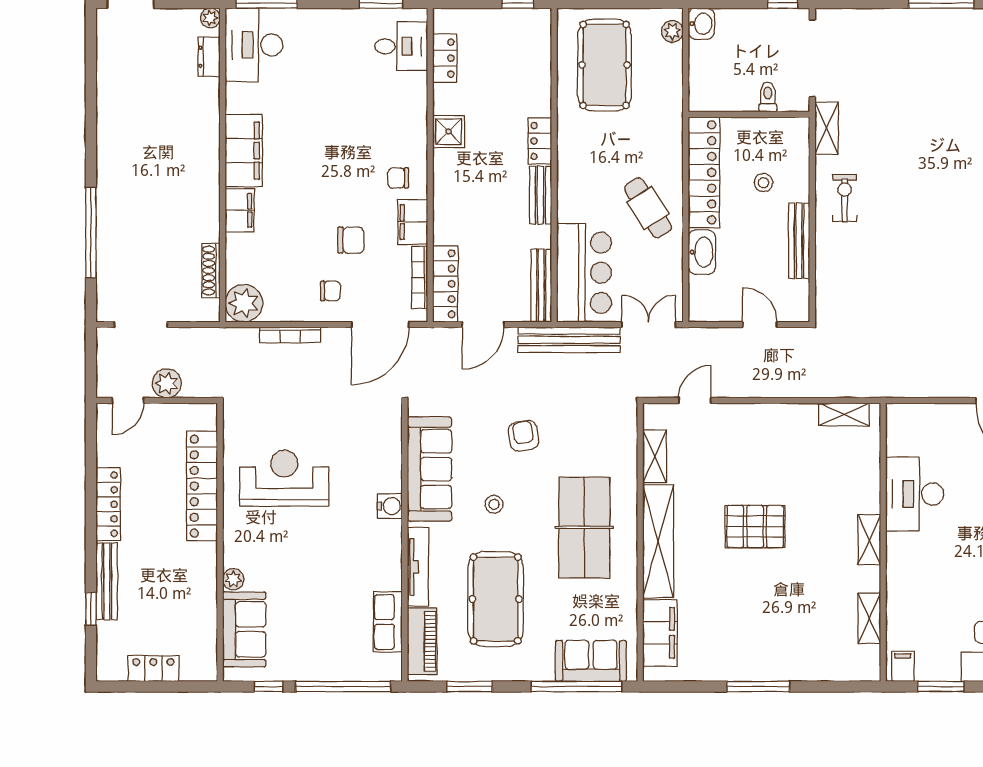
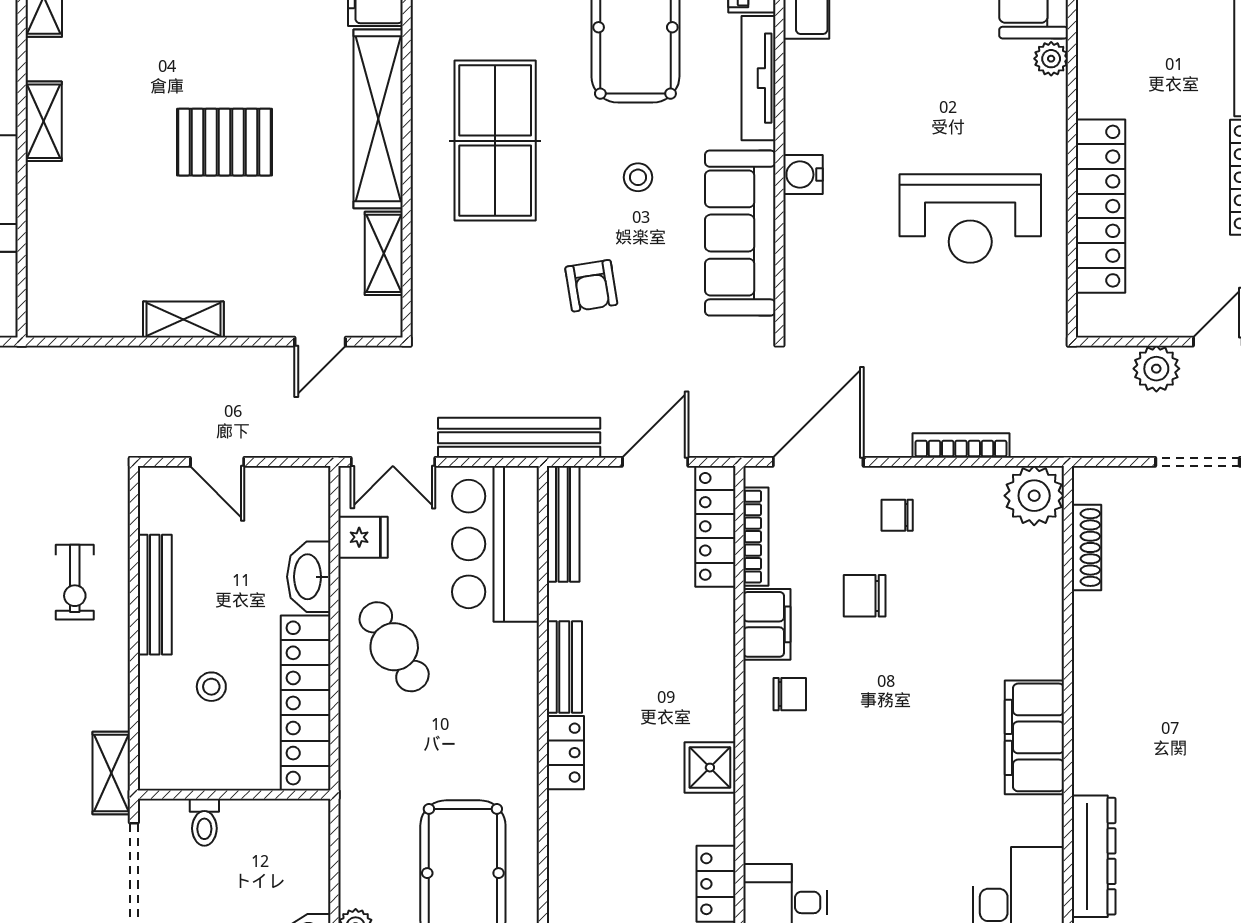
dresser: (209, 57) -> (1094, 856), width x1.96, depth x1.24
exercise bike: (845, 198) -> (75, 582), moved
filing cabinet: (240, 210) -> (1041, 643), removed
fridge: (668, 277) -> (363, 537), added
shelving: (844, 414) -> (183, 320), moved

